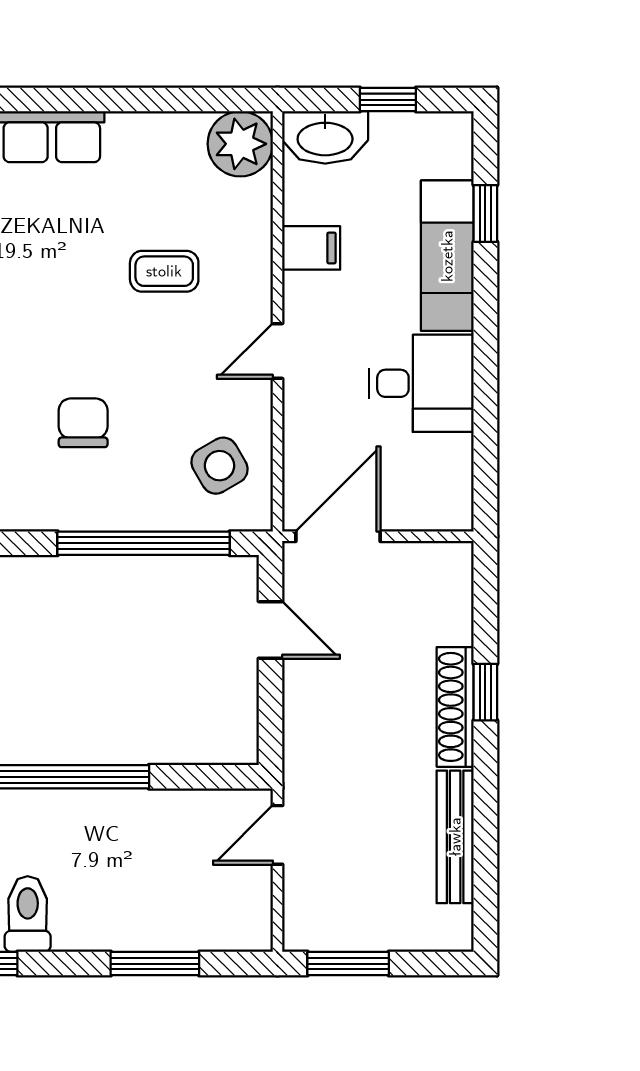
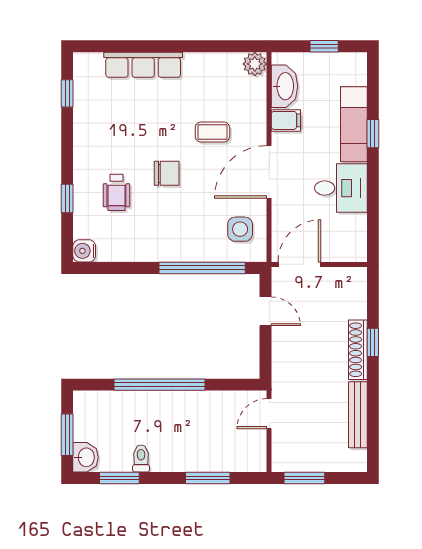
washbasin: (325, 137) -> (284, 86), moved, turned -90
plant: (240, 144) -> (255, 64), width x0.73, depth x0.73
window: (485, 213) -> (373, 134), moved
door: (278, 351) -> (269, 172), width x1.88
chair: (83, 423) -> (167, 173), moved, turned 90
side table: (219, 466) -> (240, 229), turned 30
toilet: (28, 914) -> (141, 459), width x0.73, depth x0.72

